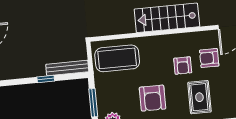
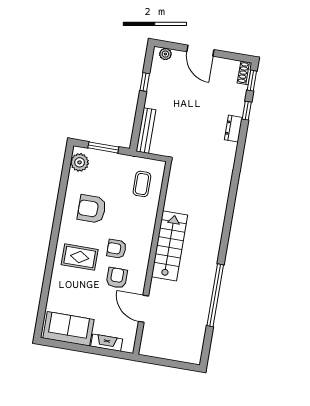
coffee table: (117, 58) -> (142, 184), width x0.54, depth x0.58
window: (46, 79) -> (145, 82), moved

